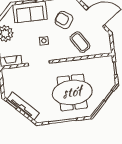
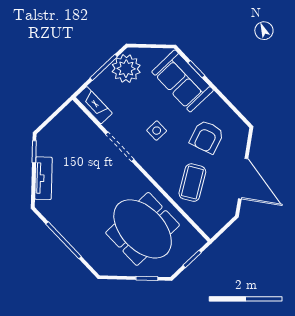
armchair: (64, 20) -> (207, 137), turned -146
meeting table: (72, 92) -> (143, 229), moved
tv unit: (23, 106) -> (43, 178), width x0.71

